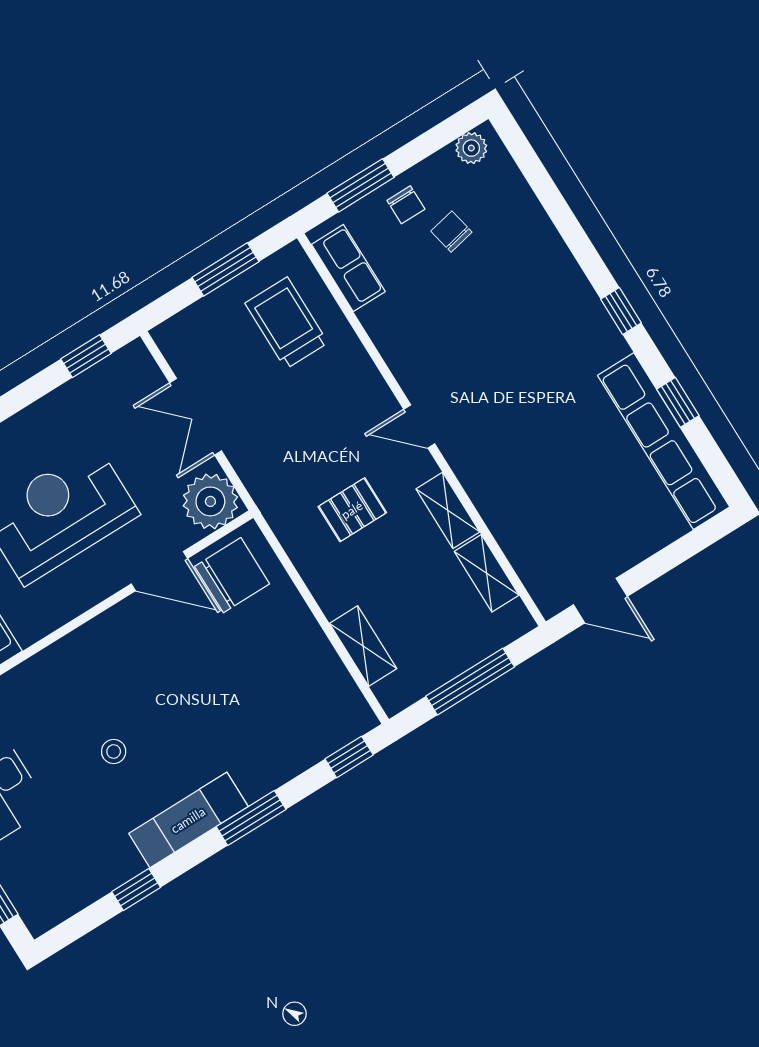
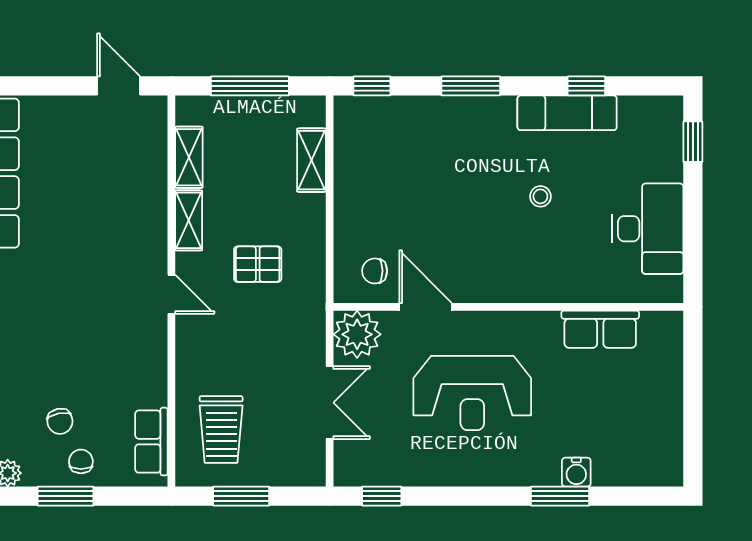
window: (361, 185) -> (65, 496), moved
chair: (232, 575) -> (375, 271), width x0.54, depth x0.54
exam couch: (188, 820) -> (567, 113), moved

